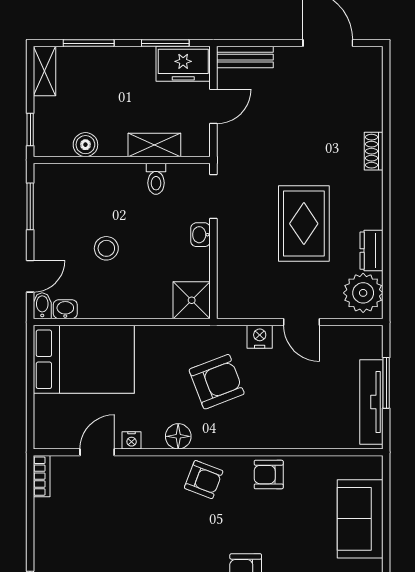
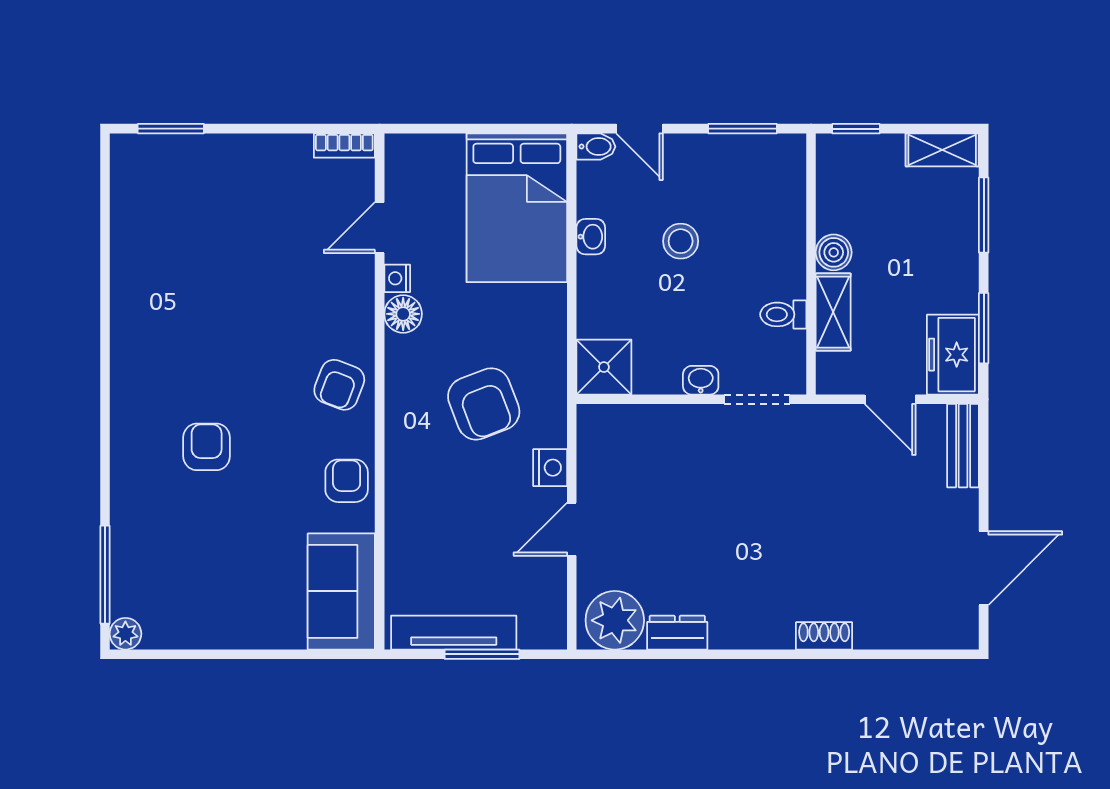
boiler: (85, 145) -> (834, 252), moved
rug: (304, 224) -> (717, 533), removed
washbasin: (65, 309) -> (591, 237), moved
floor lamp: (178, 436) -> (403, 314), moved
door: (97, 452) -> (380, 228), swing flipped
sofa: (360, 519) -> (341, 591), moved, turned -90

